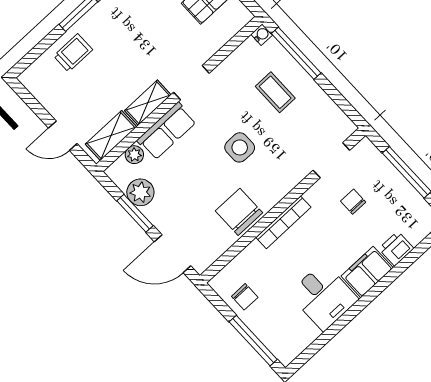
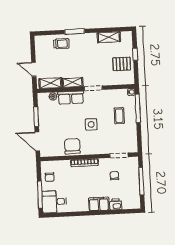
plant: (140, 192) -> (44, 111), removed
desk: (323, 296) -> (54, 202), moved, turned 90

